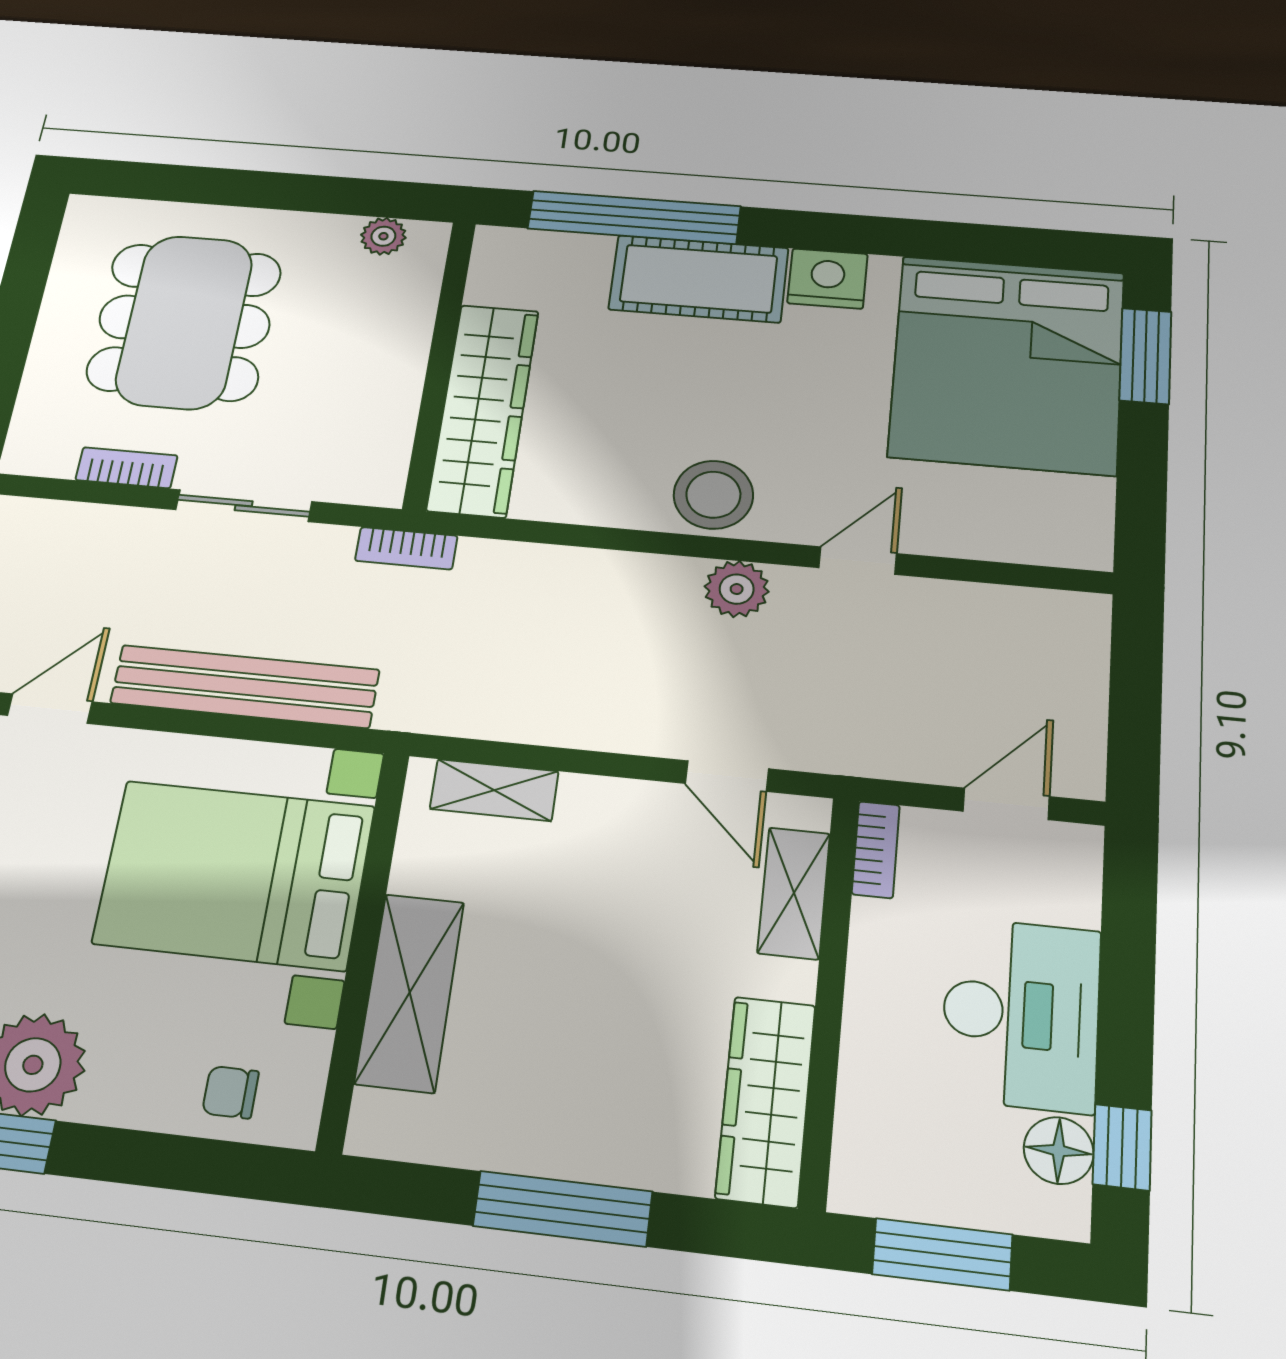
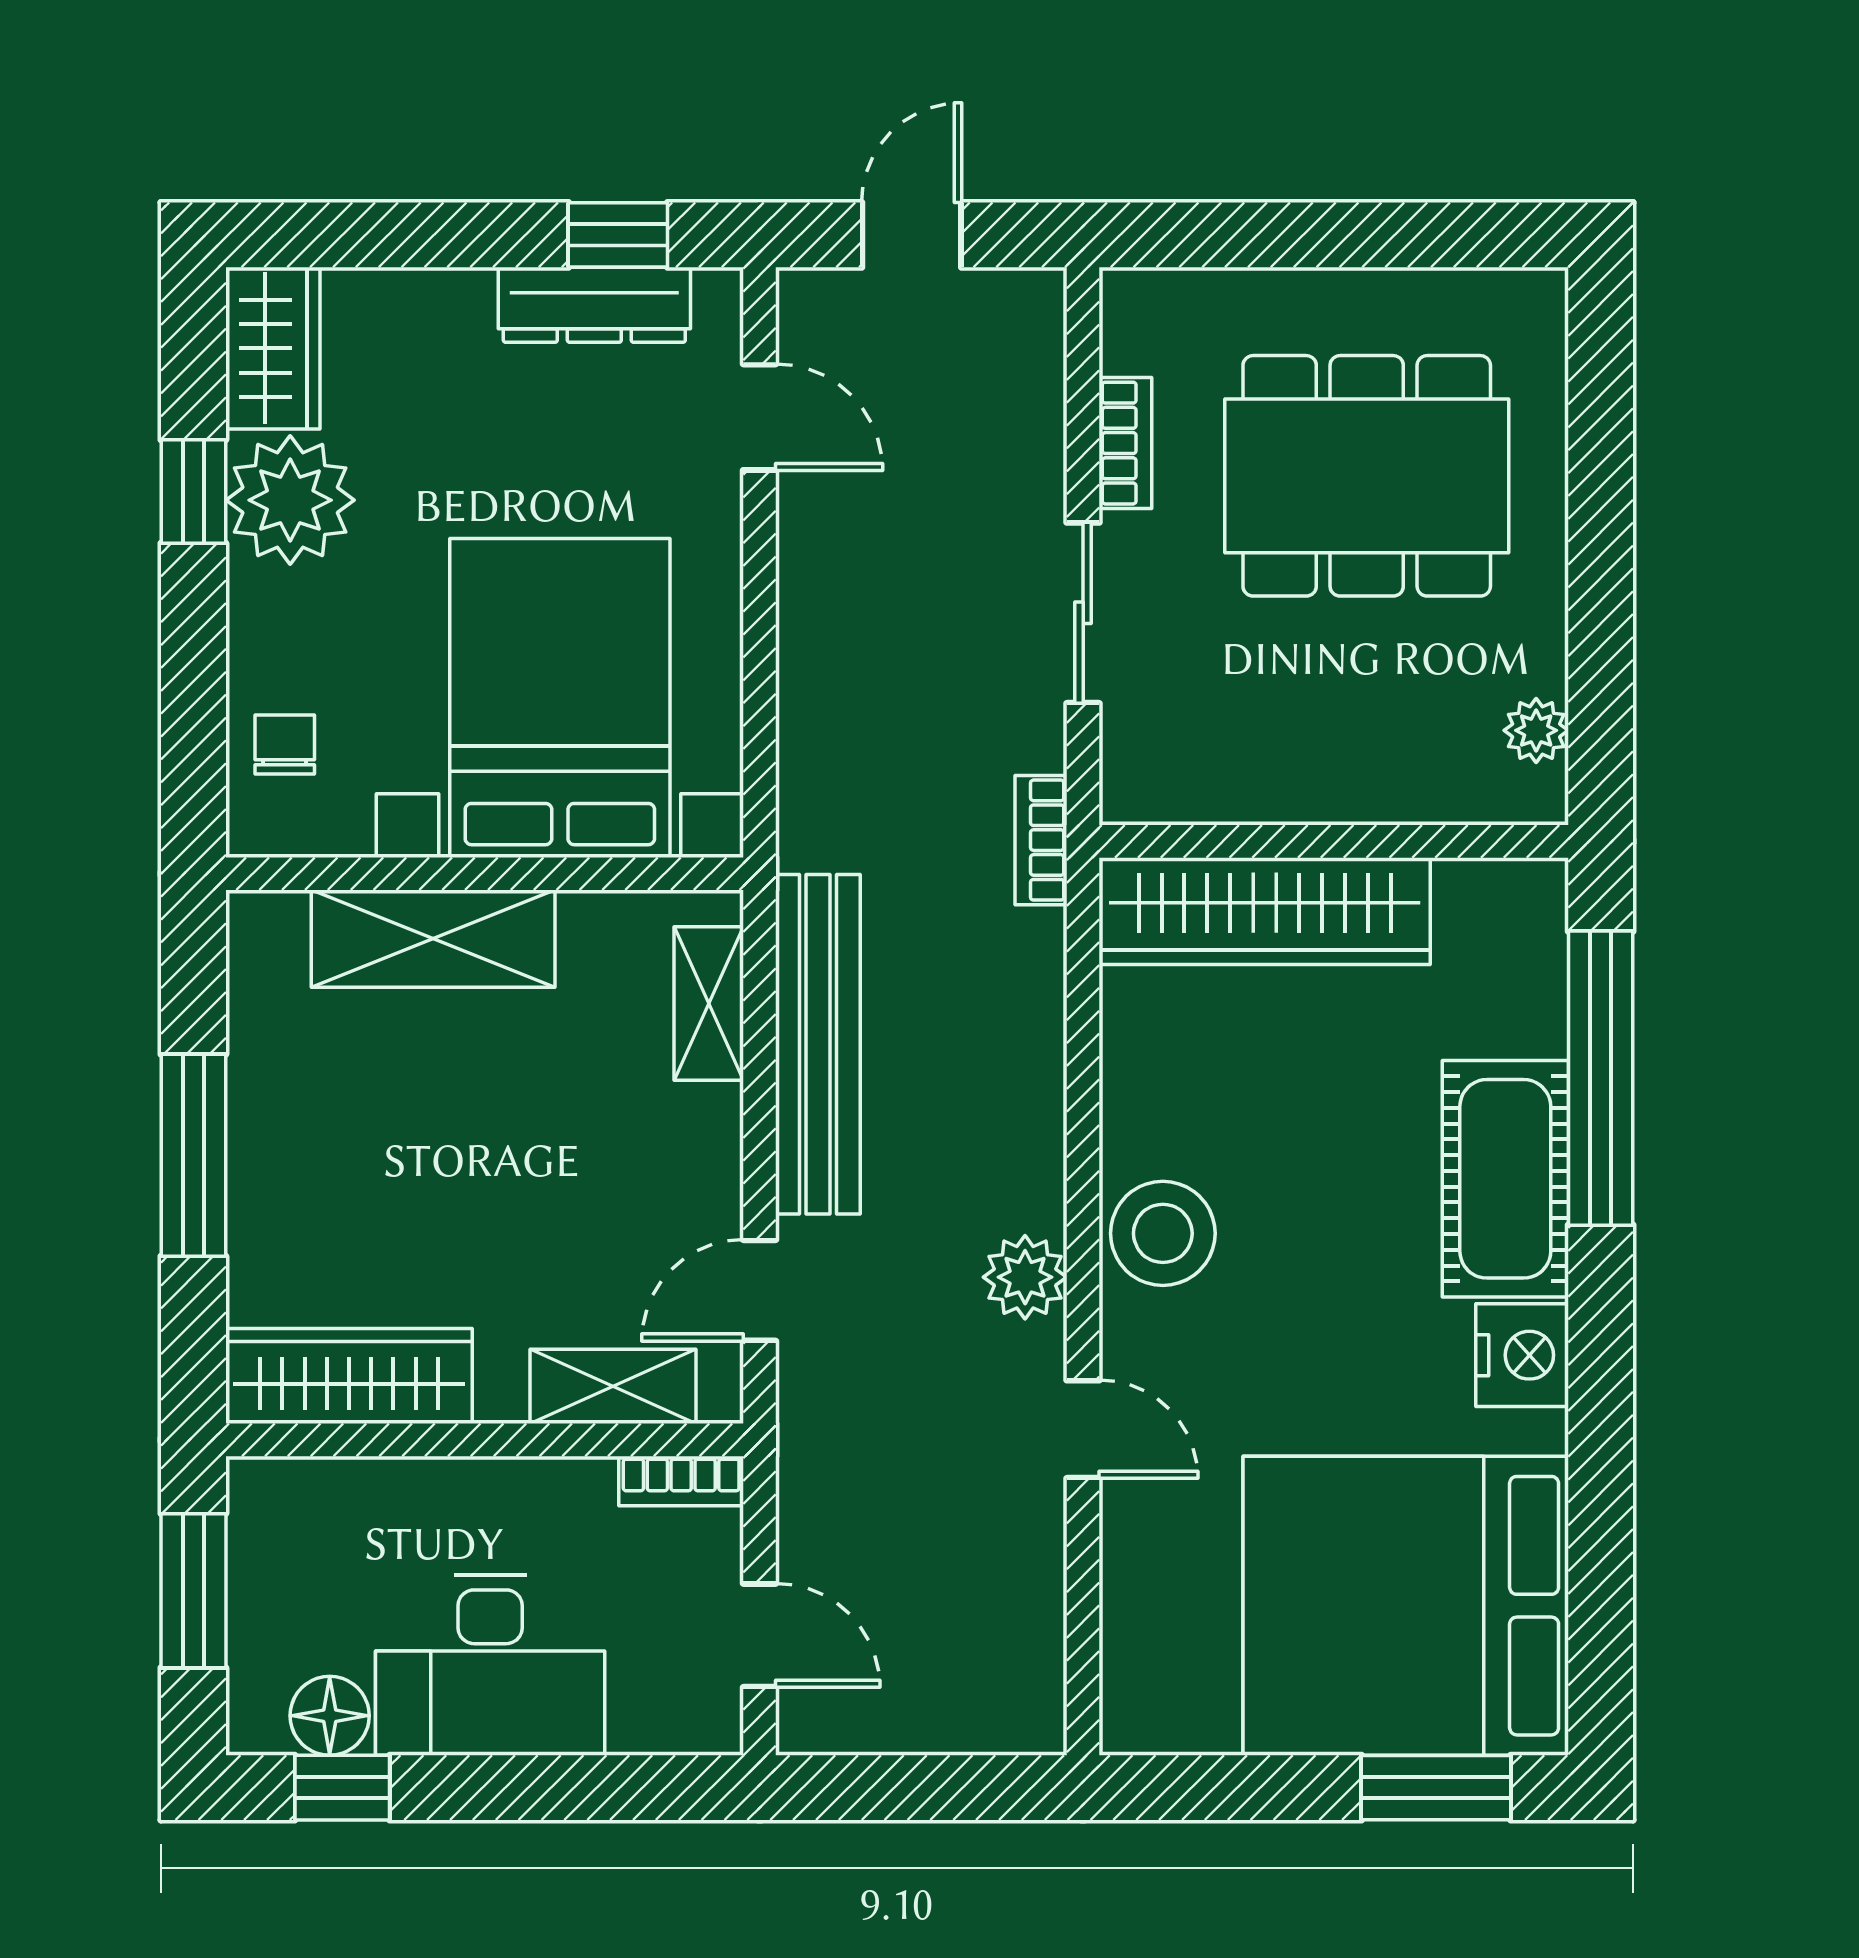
bench: (245, 686) -> (818, 1044), moved

